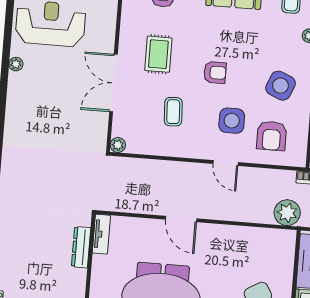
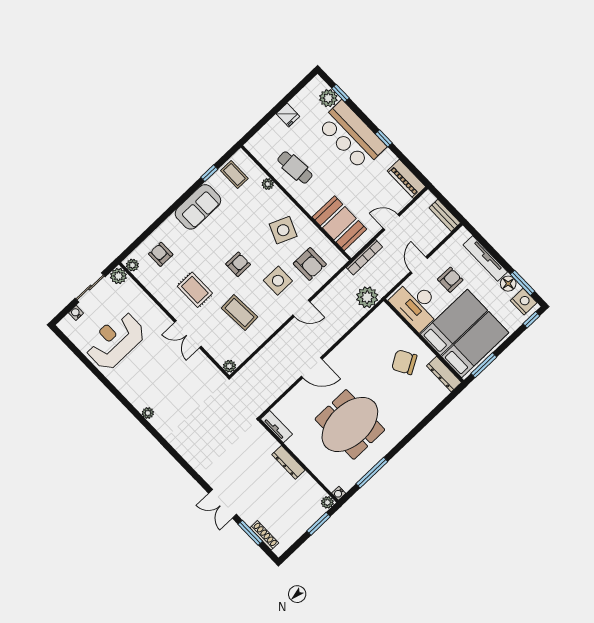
plant: (16, 64) -> (148, 413), moved
double door: (113, 83) -> (188, 334), width x0.73
coffee table: (173, 112) -> (239, 313), width x1.36, depth x1.30
dresser: (81, 247) -> (288, 462), moved

